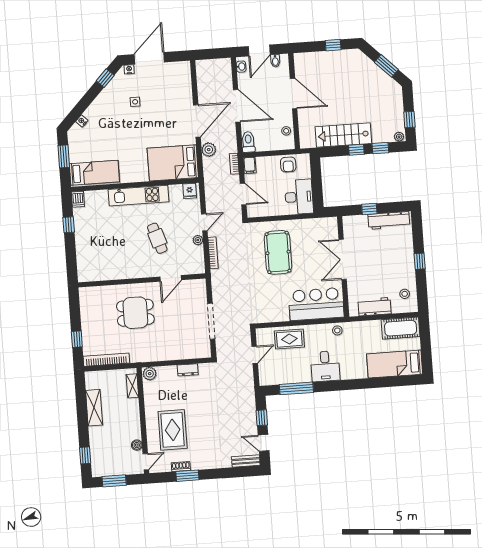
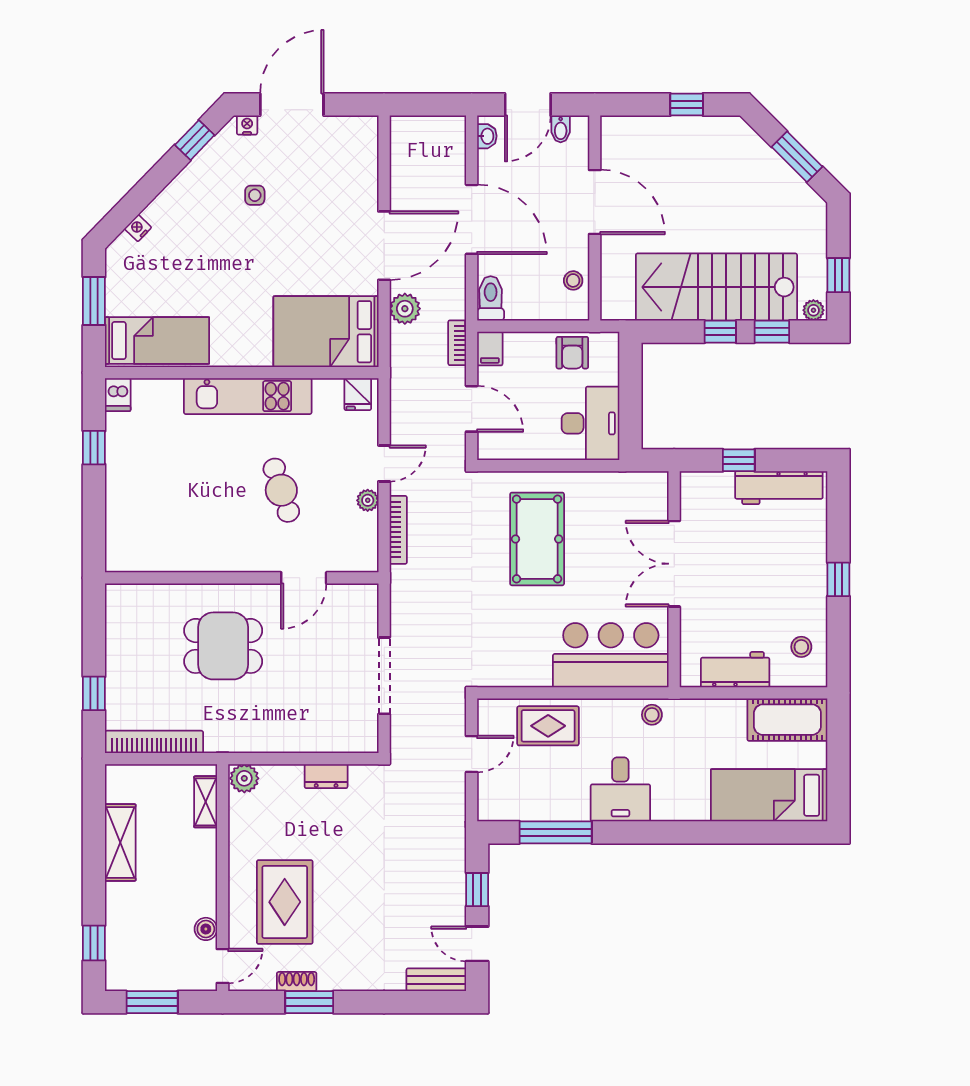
stairs: (343, 135) -> (716, 287), width x1.36, depth x1.51

